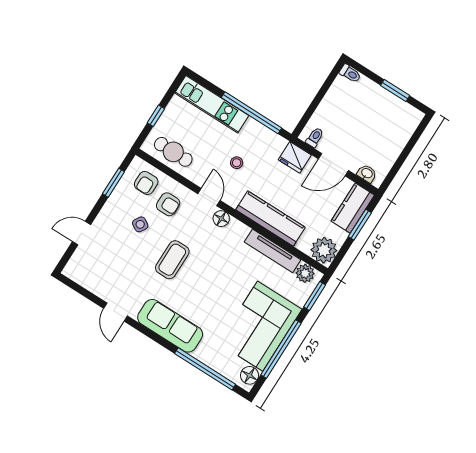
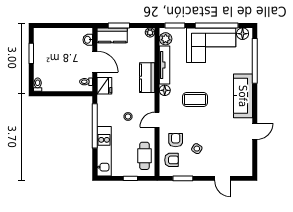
kitchen counter: (271, 218) -> (147, 78), width x0.67
floor lamp: (221, 219) -> (165, 90), moved
plant: (324, 250) -> (150, 32), width x0.53, depth x0.53
coffee table: (172, 260) -> (195, 99), moved

